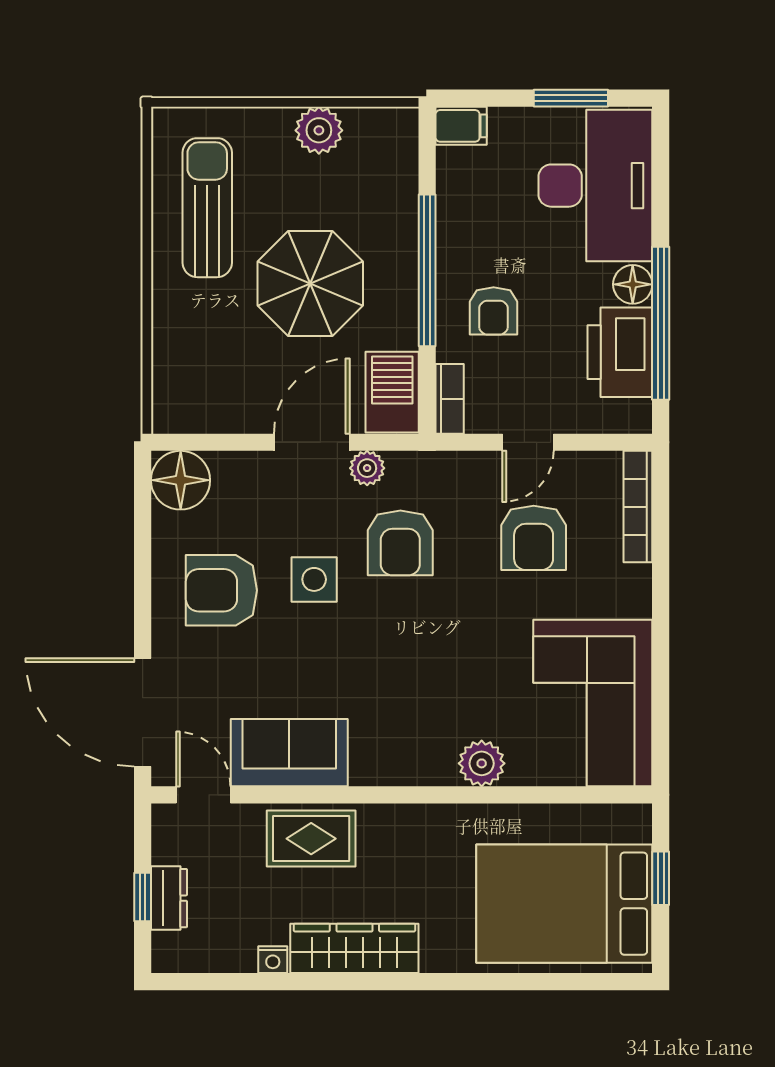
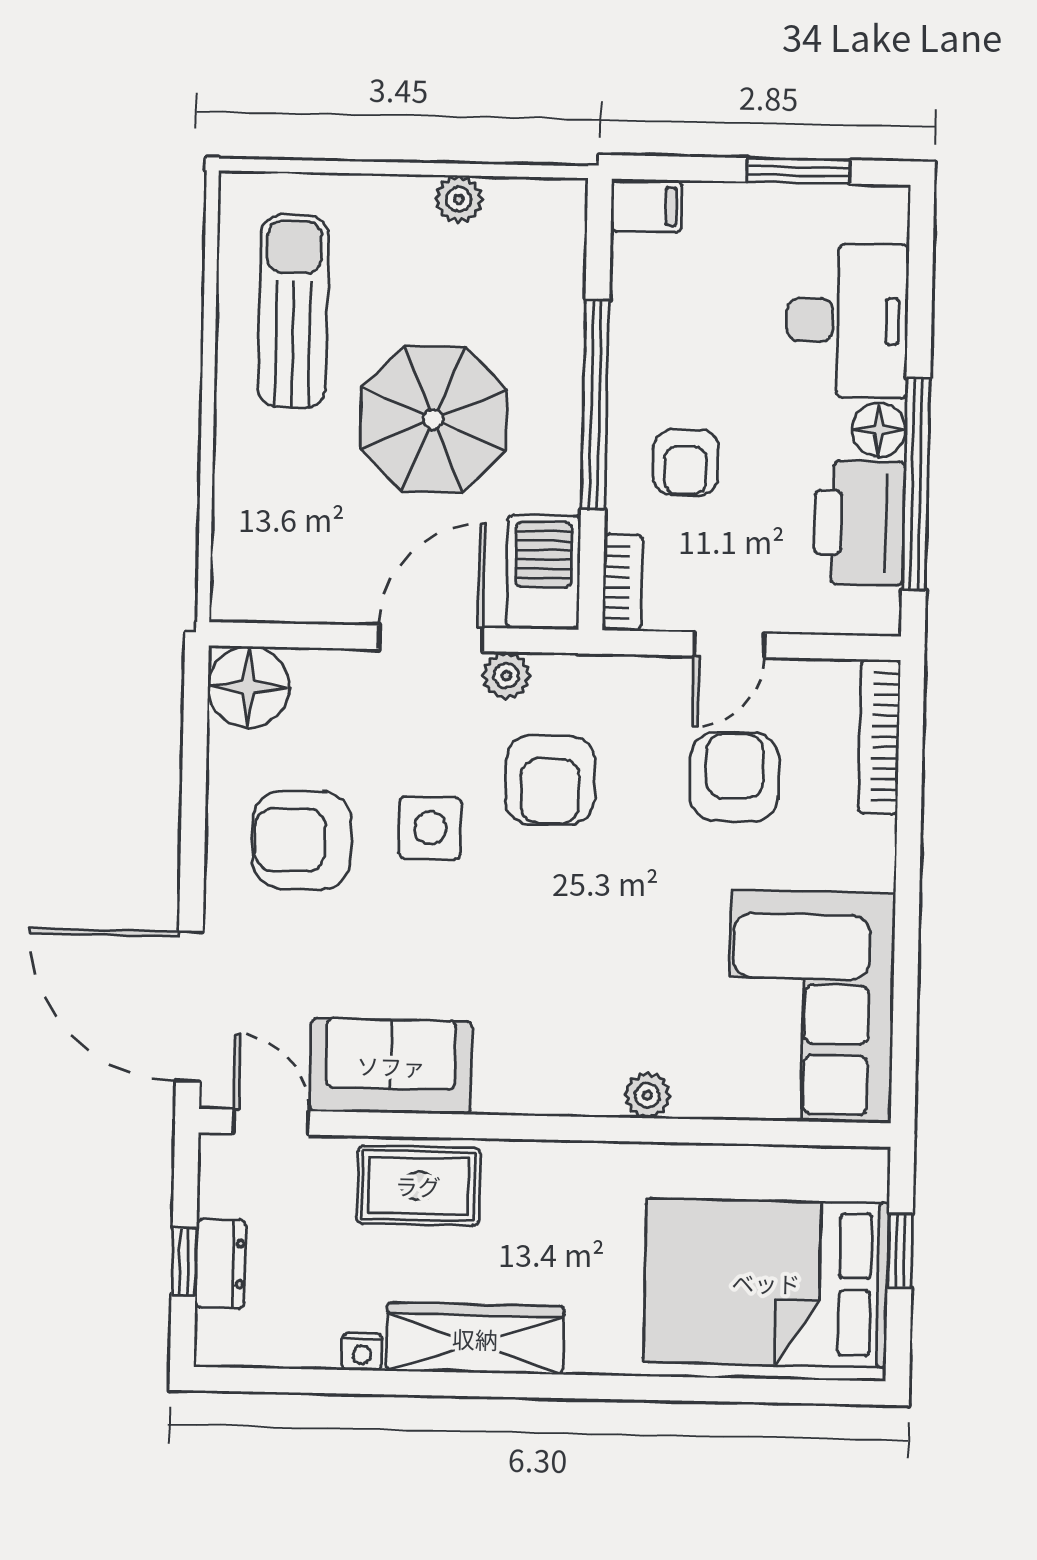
plant: (319, 130) -> (459, 199), width x0.73, depth x0.73
desk: (595, 186) -> (847, 321), width x0.73, depth x0.77
armchair: (534, 538) -> (734, 777), turned 180
plant: (482, 763) -> (647, 1095), width x0.73, depth x0.73

